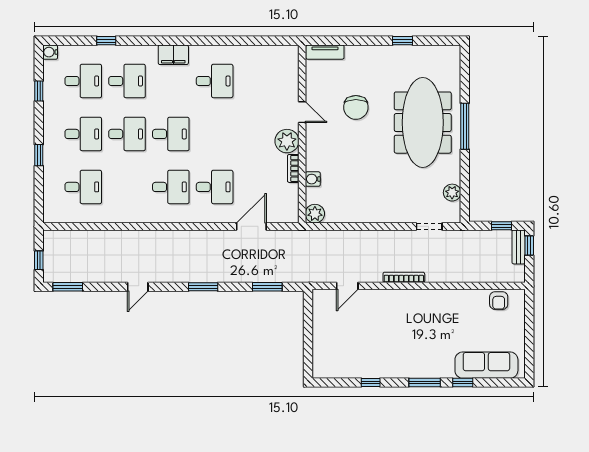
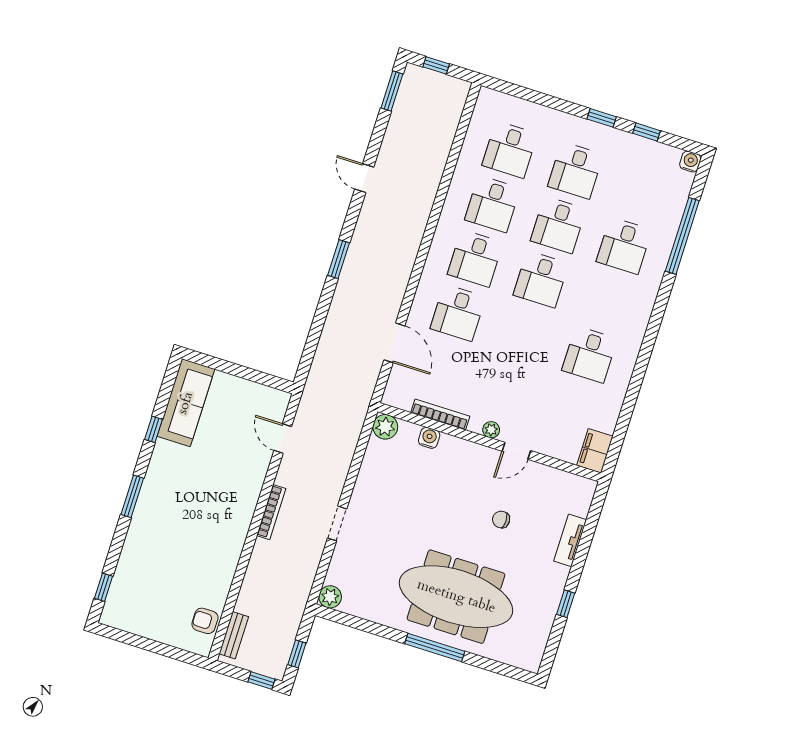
window: (106, 41) -> (682, 236), width x3.17
tv unit: (325, 52) -> (570, 540), moved
filing cabinet: (173, 55) -> (595, 451), moved
desk: (83, 81) -> (492, 204), moved
chair: (356, 107) -> (501, 520), width x0.54, depth x0.54
plant: (287, 141) -> (491, 430), width x0.53, depth x0.53
window: (39, 155) -> (602, 118), moved
bookcase: (293, 168) -> (440, 415), width x1.56
plant: (452, 193) -> (330, 597), moved
doorway: (429, 226) -> (337, 523), moved
bench: (519, 247) -> (234, 635), moved, turned 90
window: (267, 287) -> (313, 339), removed
sofa: (486, 365) -> (186, 403), moved
window: (463, 383) -> (103, 587), moved

